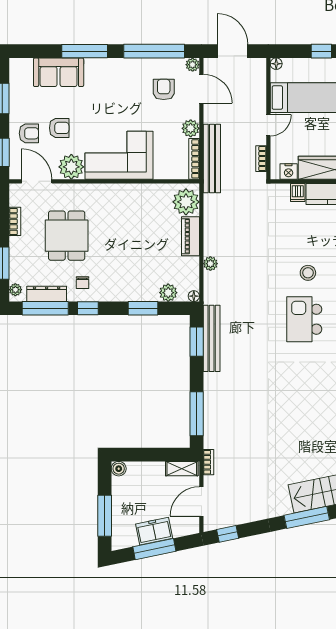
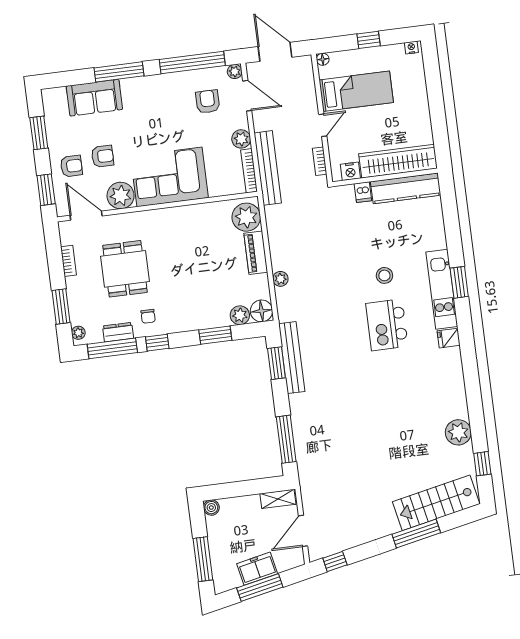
dresser: (47, 294) -> (118, 332), width x0.70
floor lamp: (194, 296) -> (261, 311), width x1.89, depth x1.89
bookcase: (208, 462) -> (305, 489), removed

